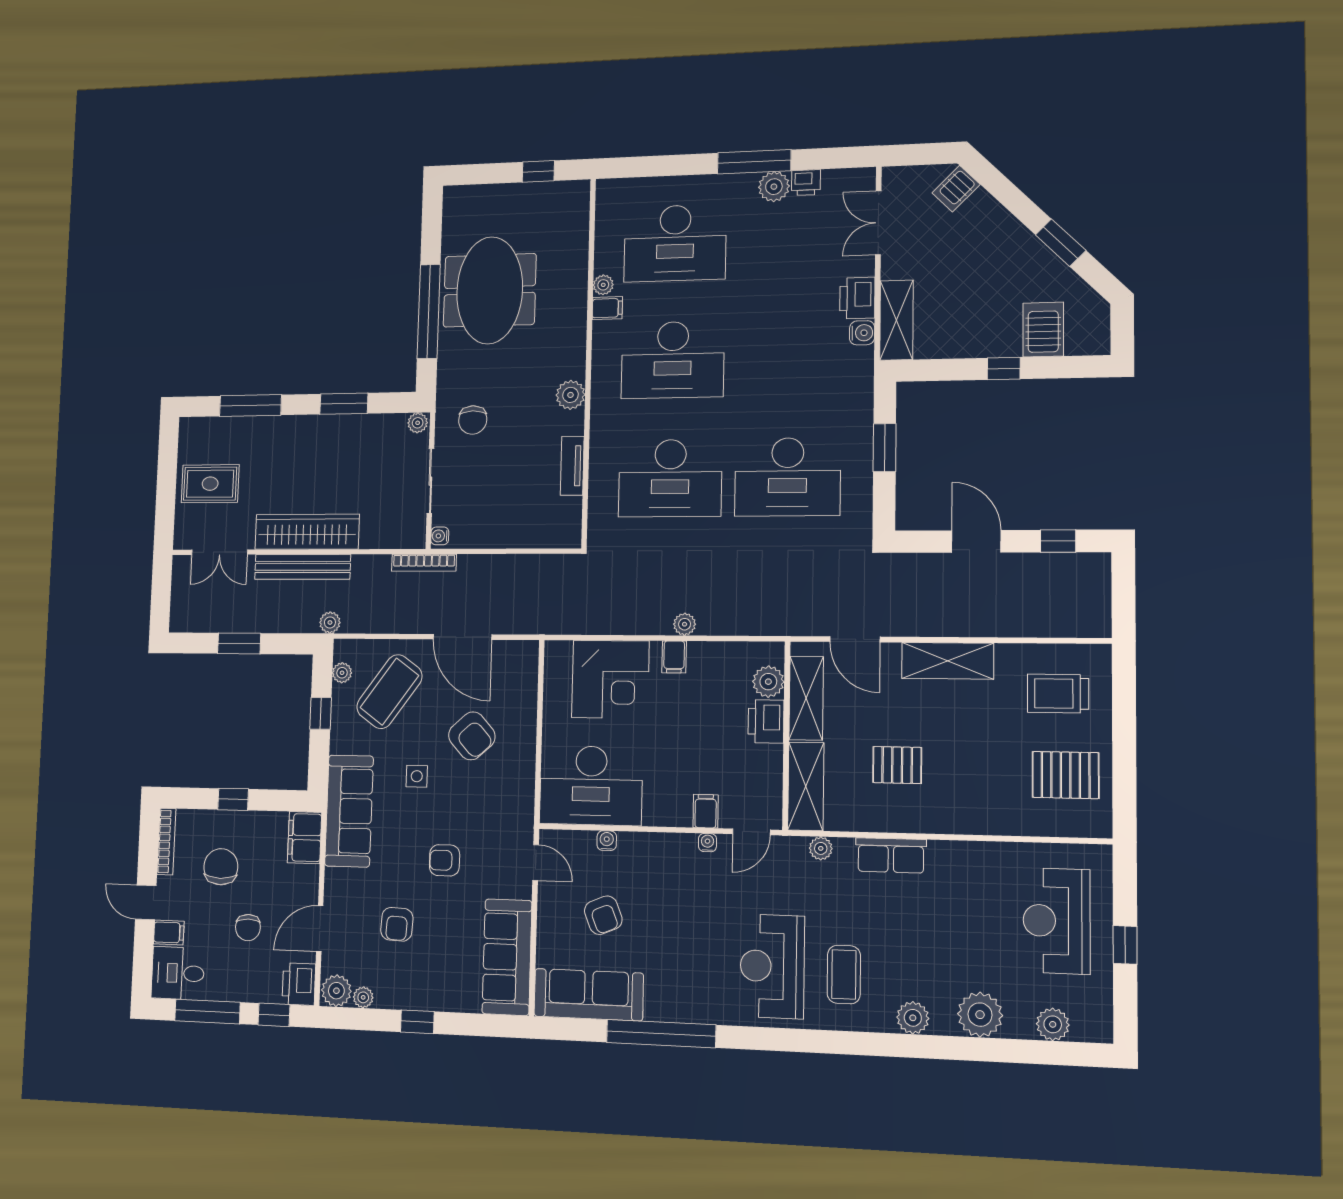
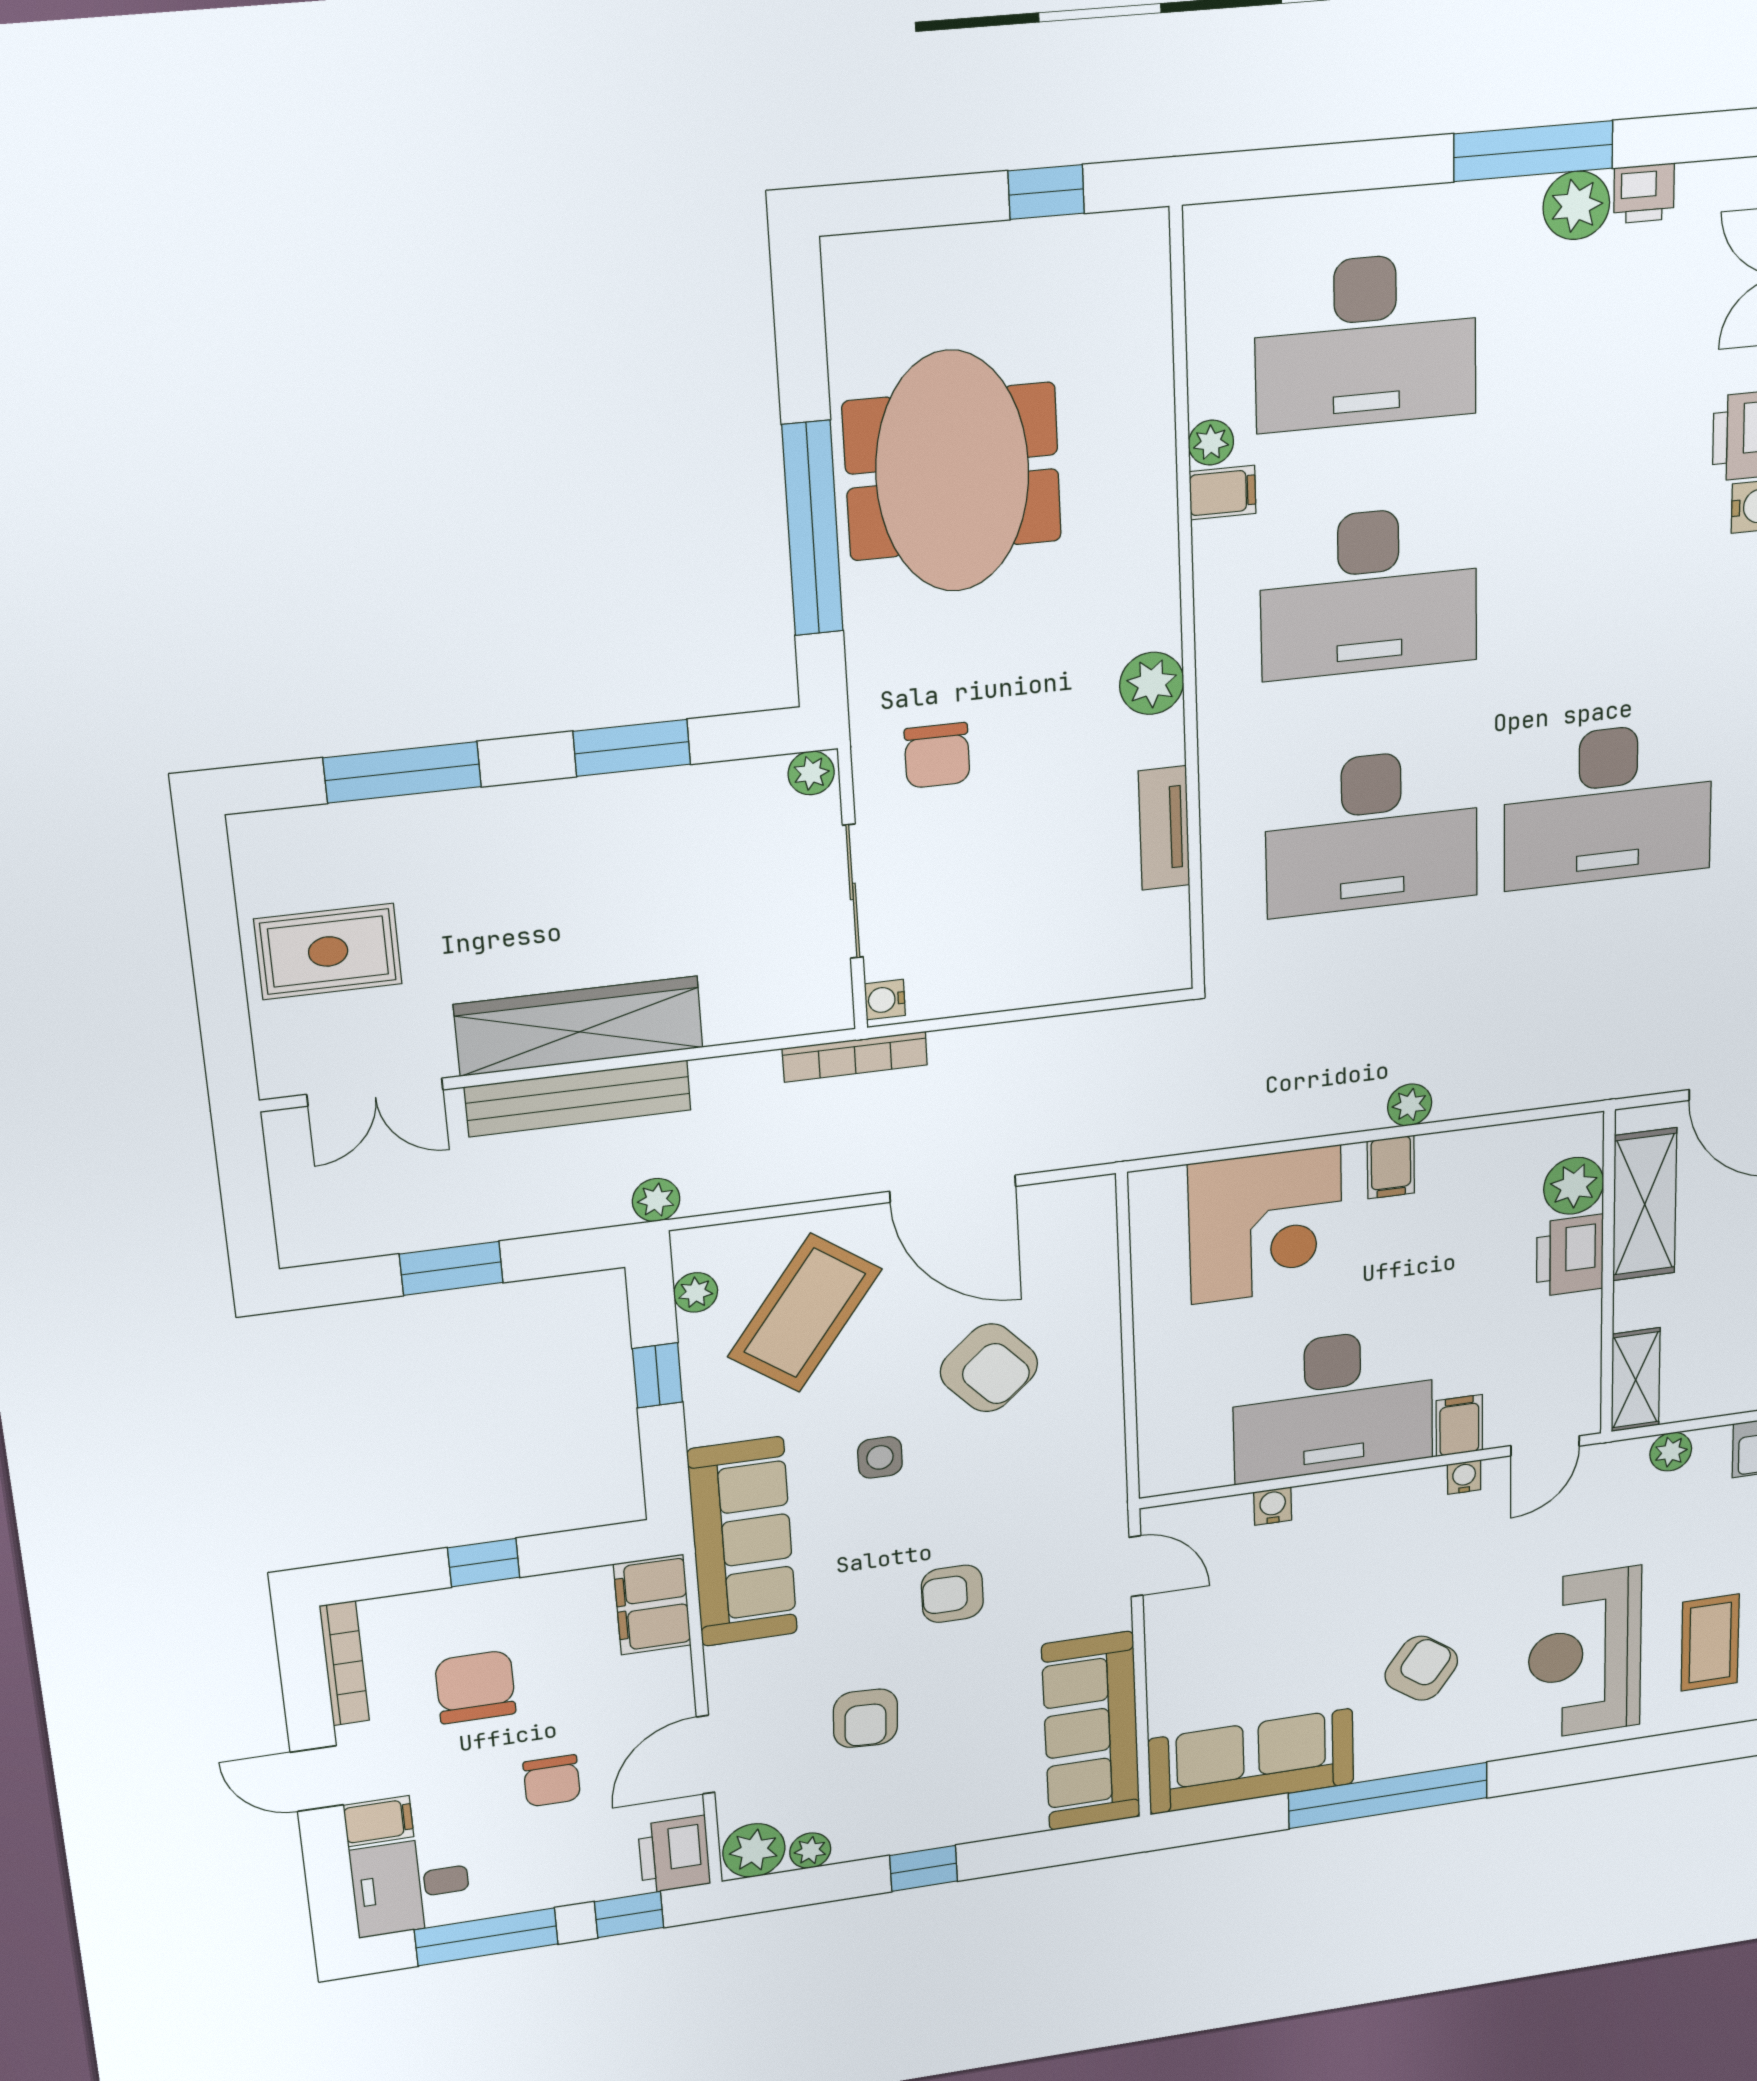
desk: (591, 785) -> (1333, 1404), moved
shelving: (806, 786) -> (1636, 1380), width x0.67, depth x0.75
armchair: (603, 915) -> (1421, 1668), moved, turned -122

